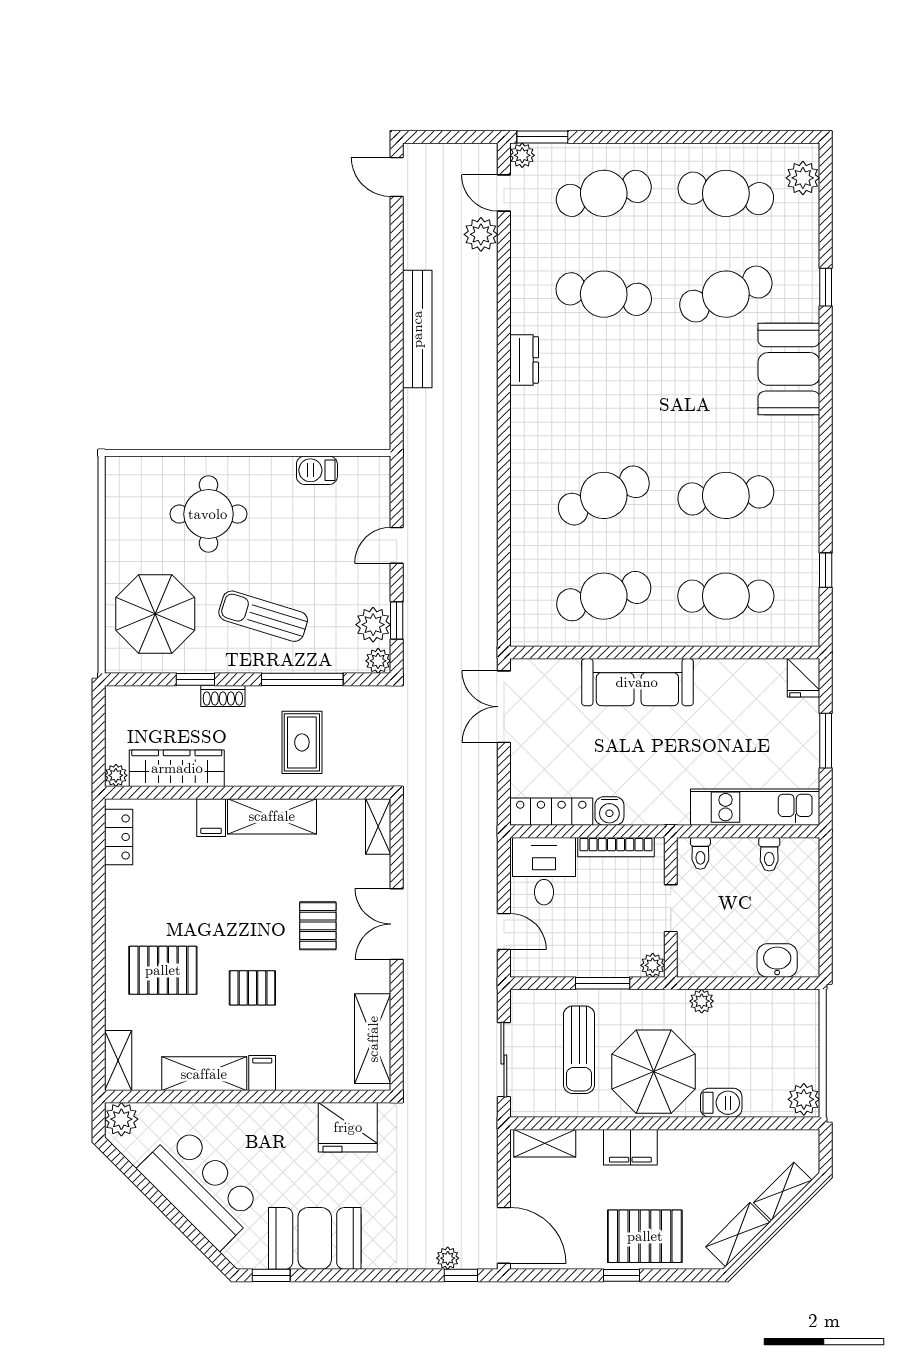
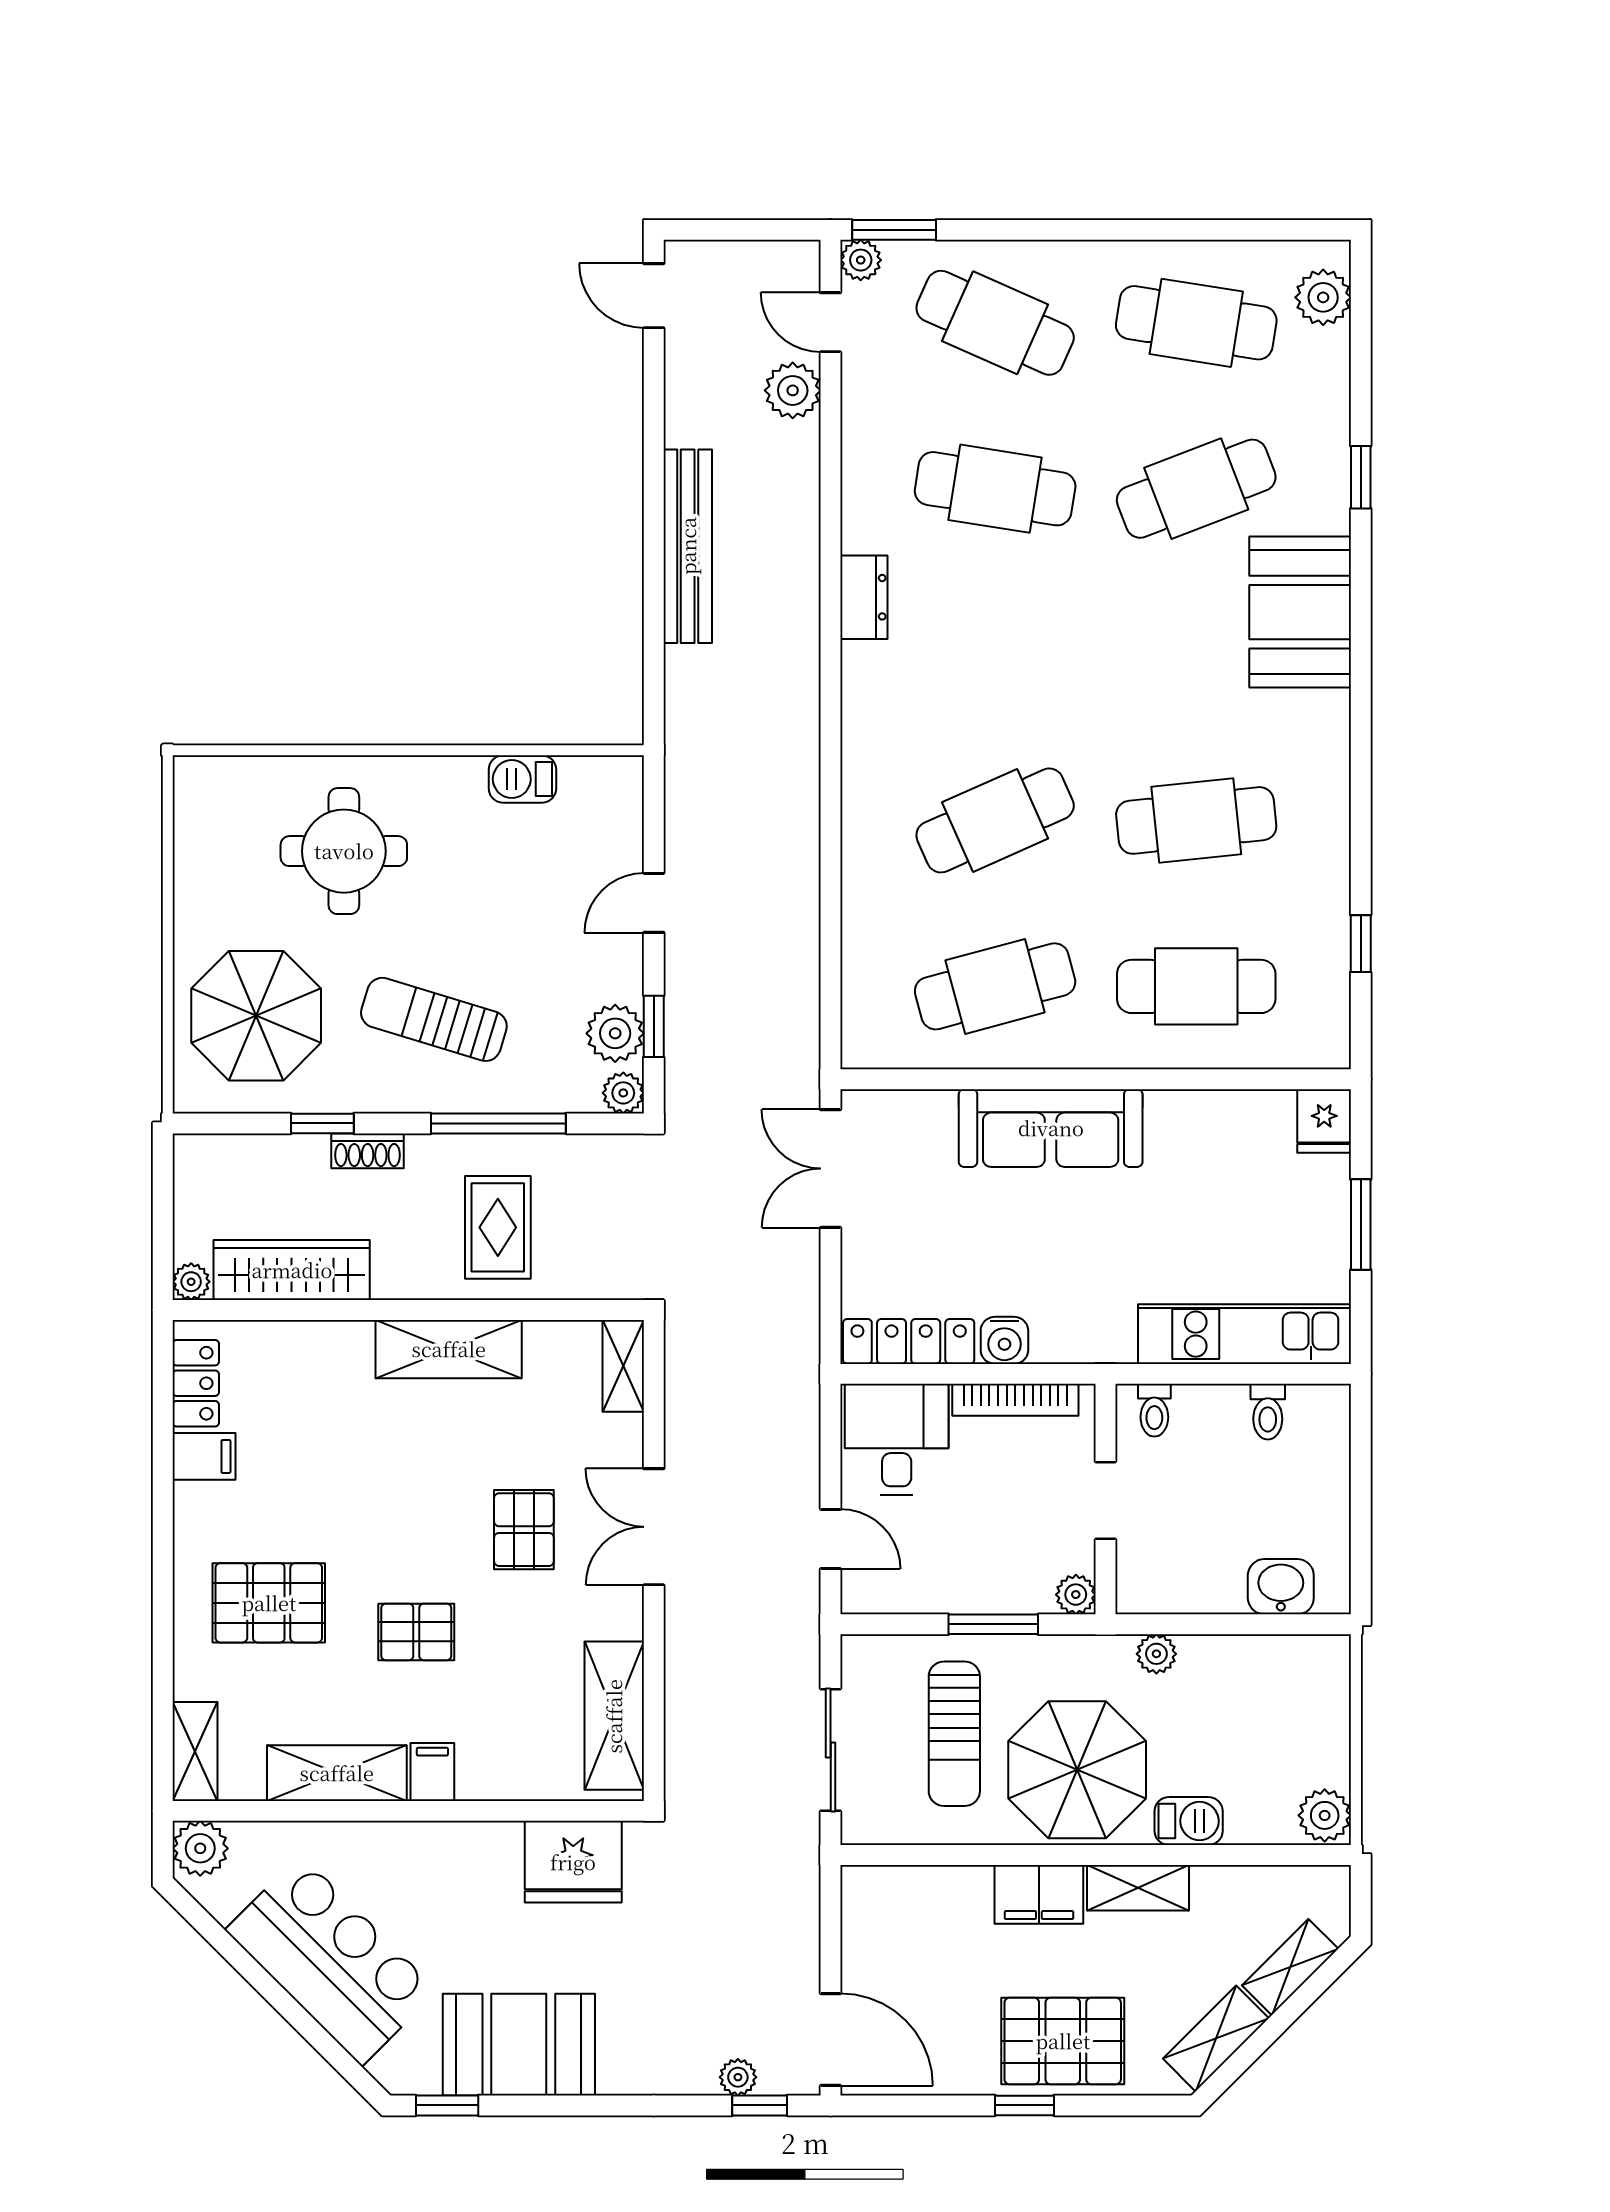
cafe table: (604, 193) -> (995, 323), turned 36
filing cabinet: (211, 818) -> (204, 1456), moved, turned -90
shelving: (545, 1143) -> (1138, 1888), moved

